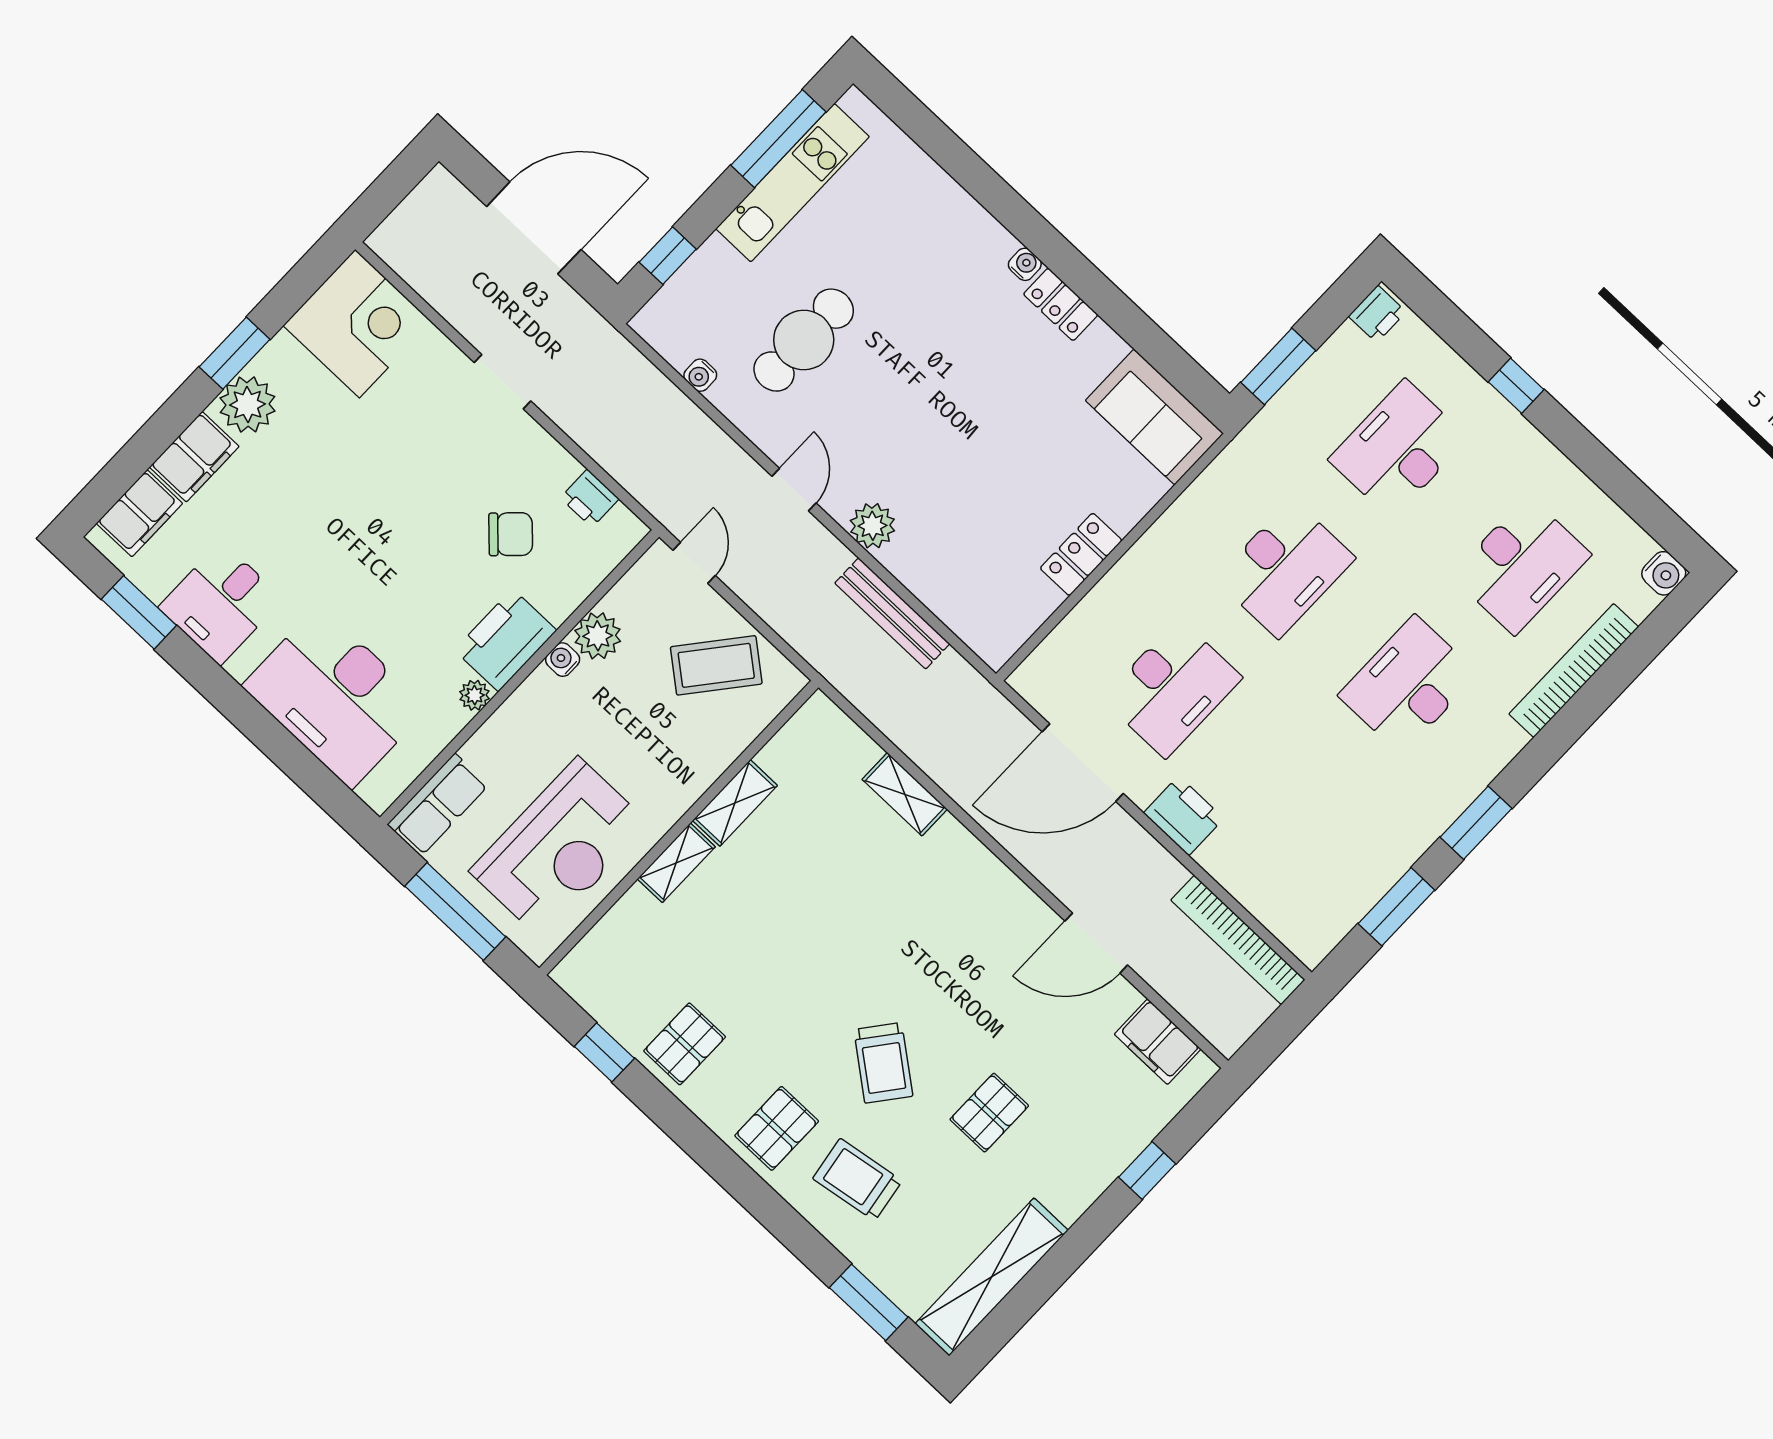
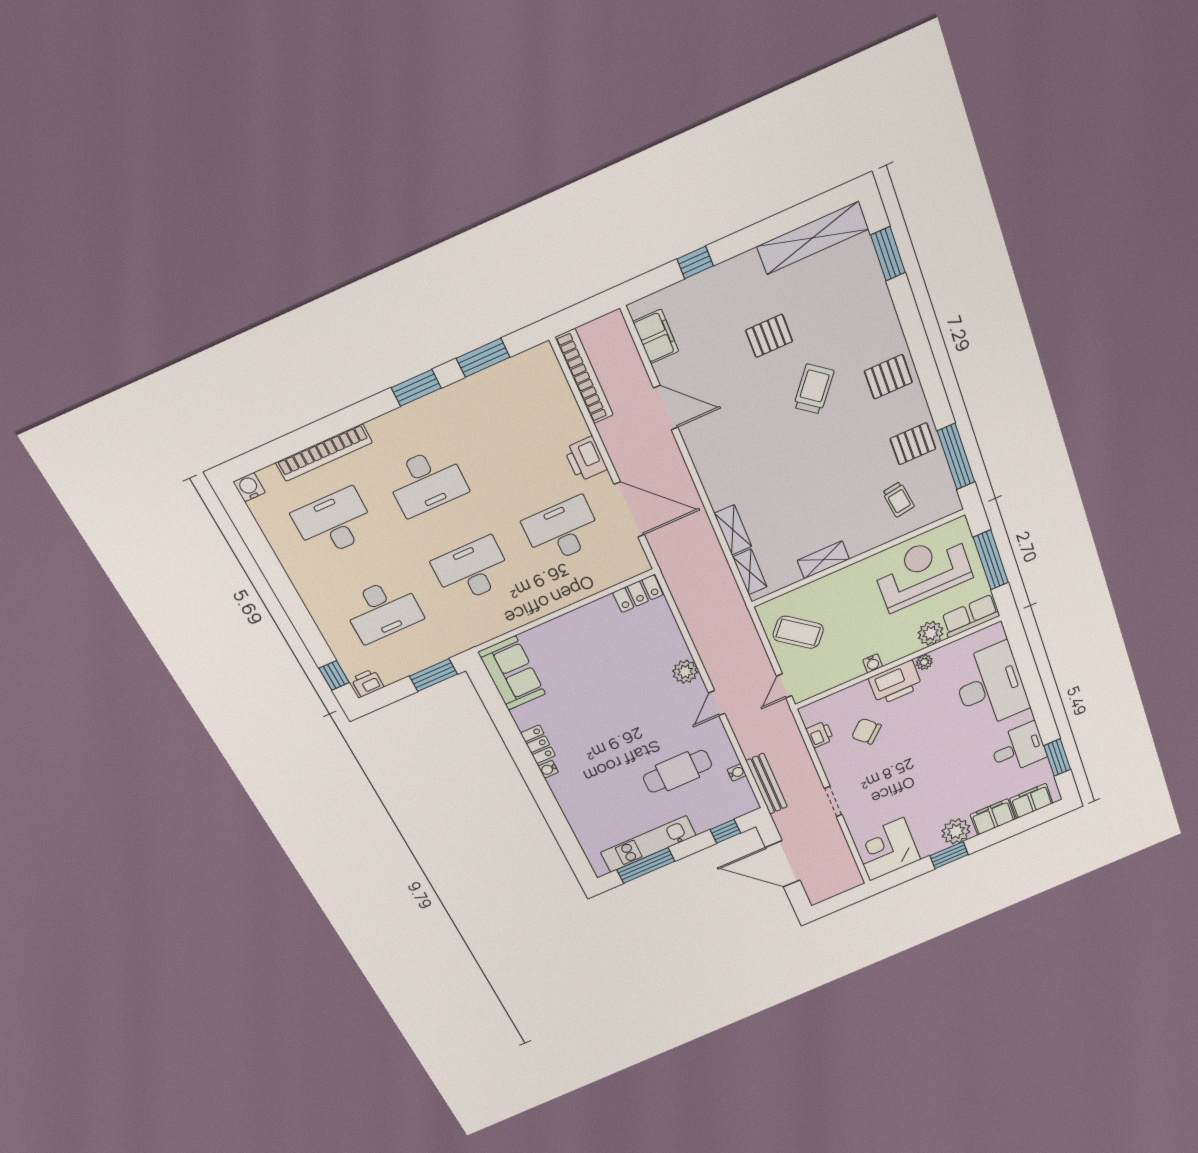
window: (1516, 386) -> (334, 675), moved
locker: (1081, 554) -> (638, 594), moved
bench: (892, 613) -> (767, 784), moved
plant: (598, 636) -> (931, 633), moved
shelving: (676, 863) -> (750, 572), moved, turned 90
window: (604, 1052) -> (956, 456), width x2.17
trolley: (857, 1180) -> (898, 499), moved, width x0.73, depth x0.72

